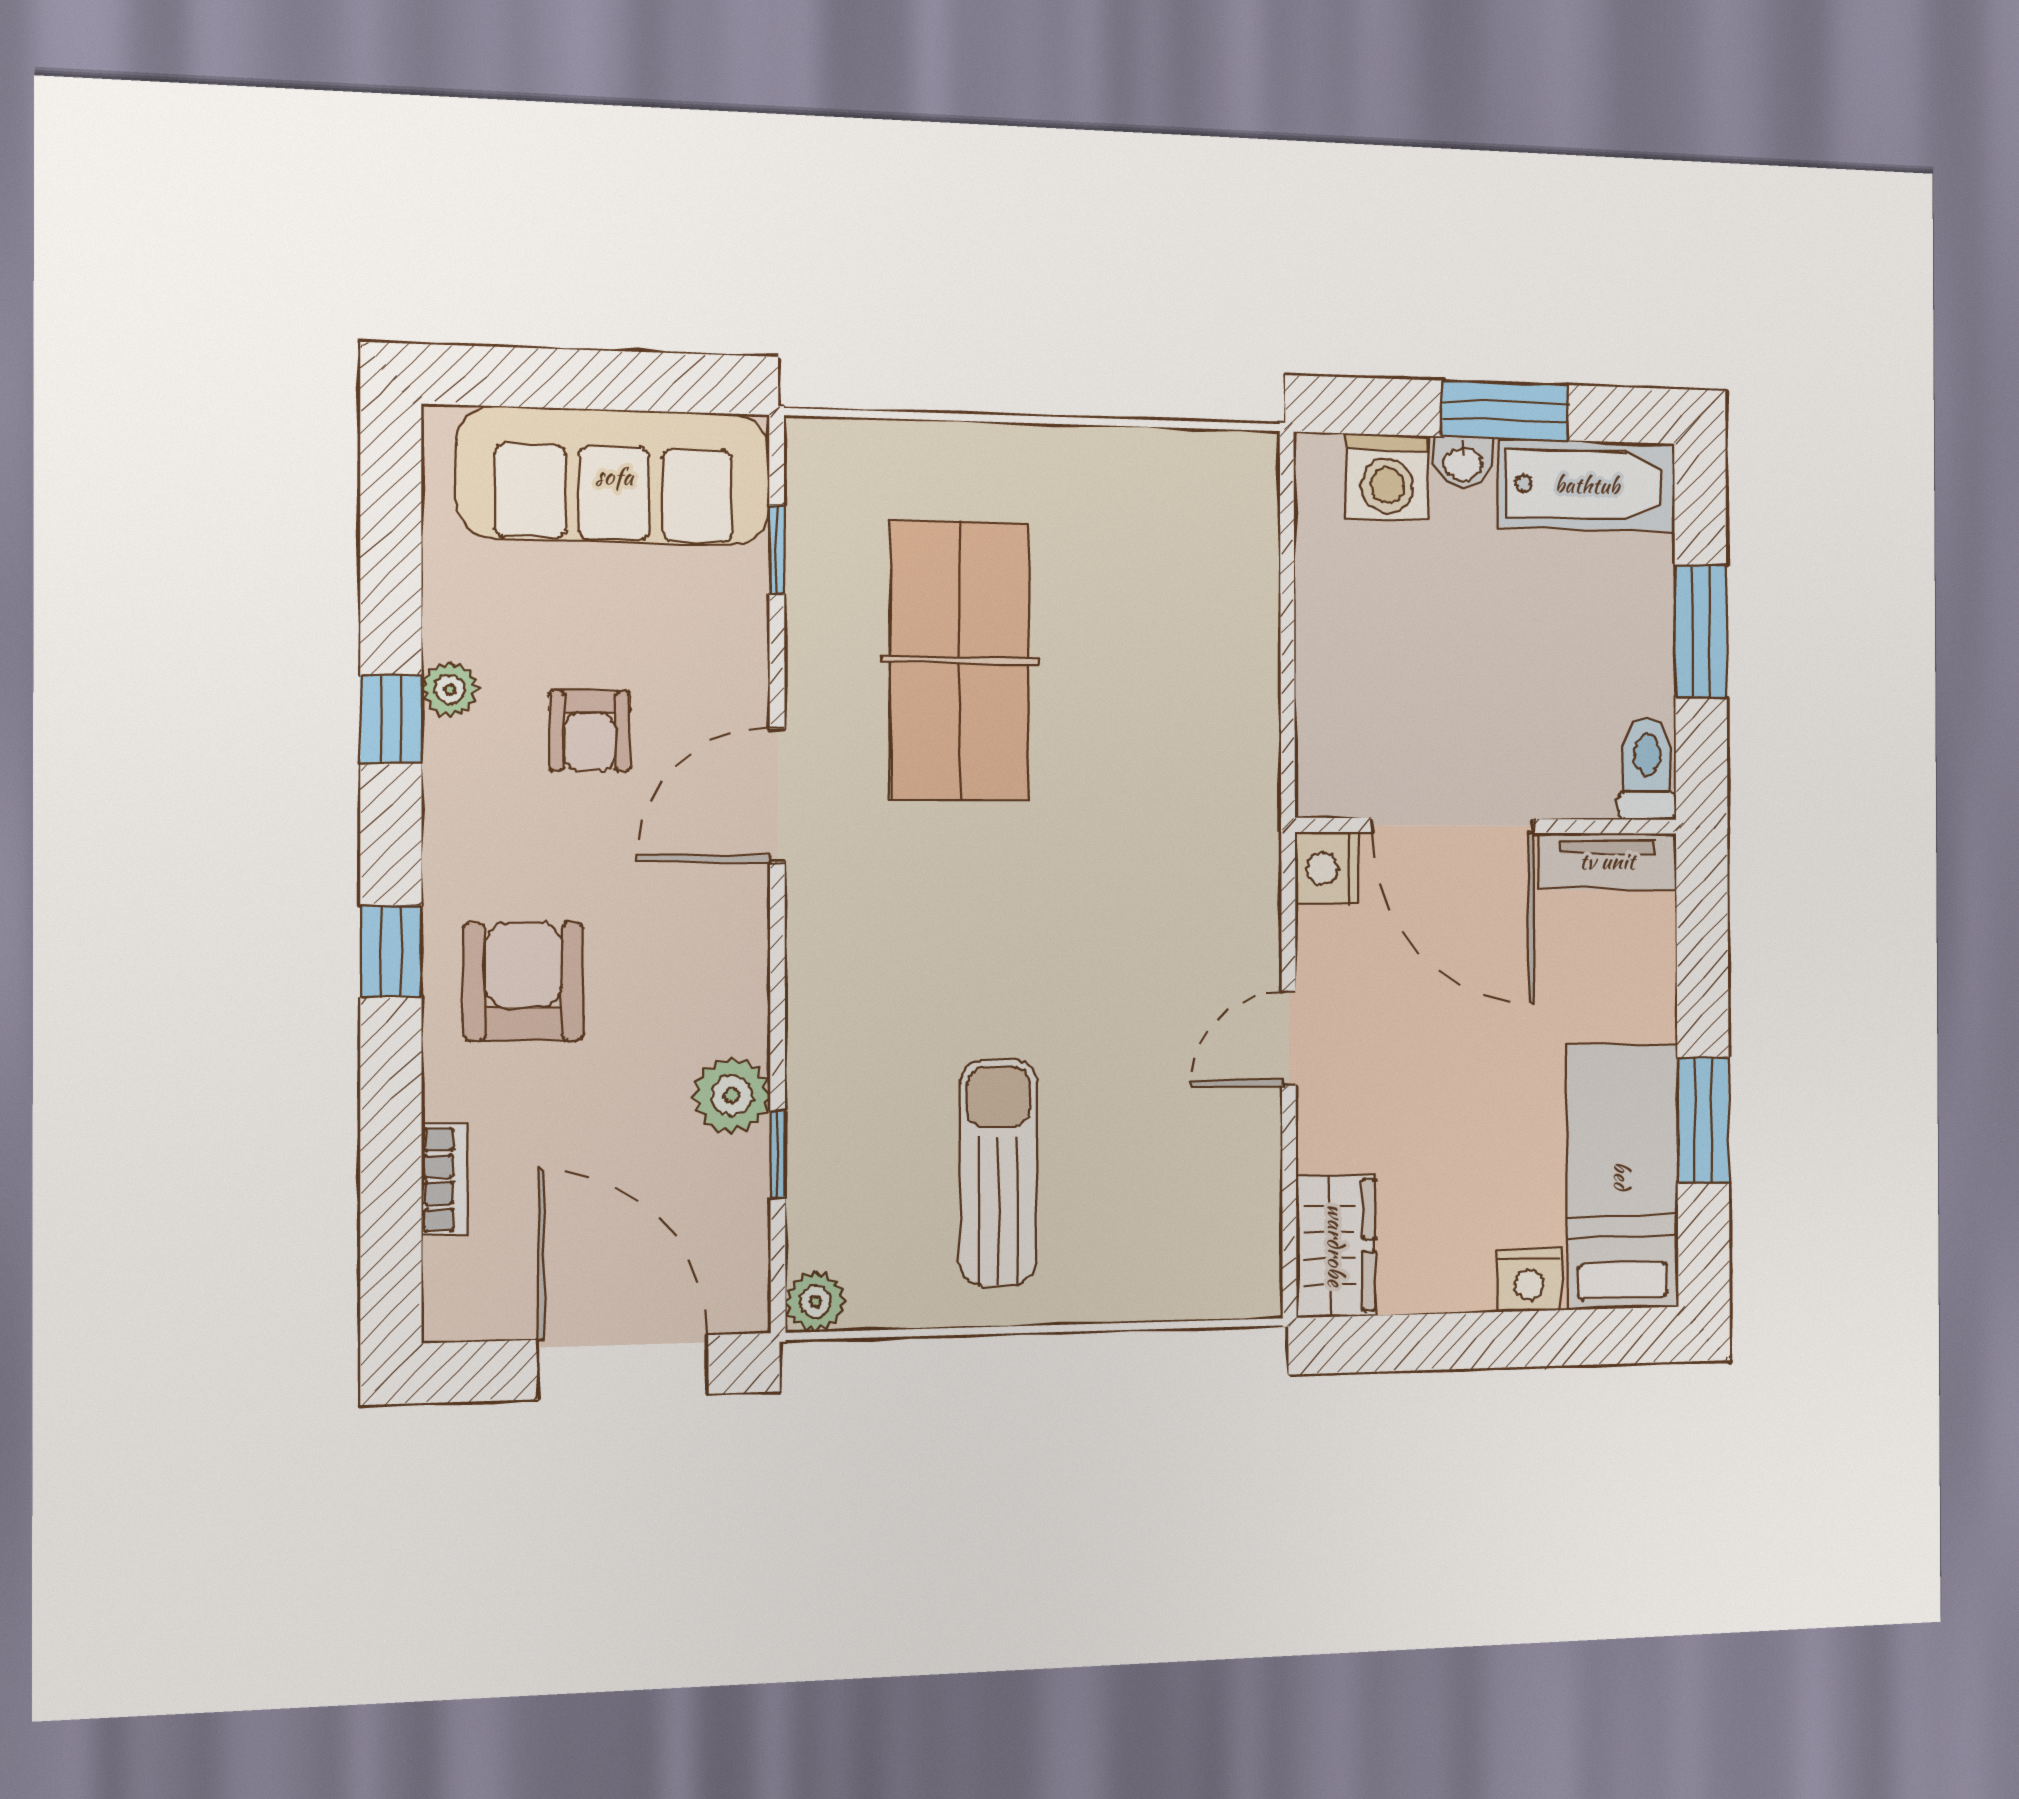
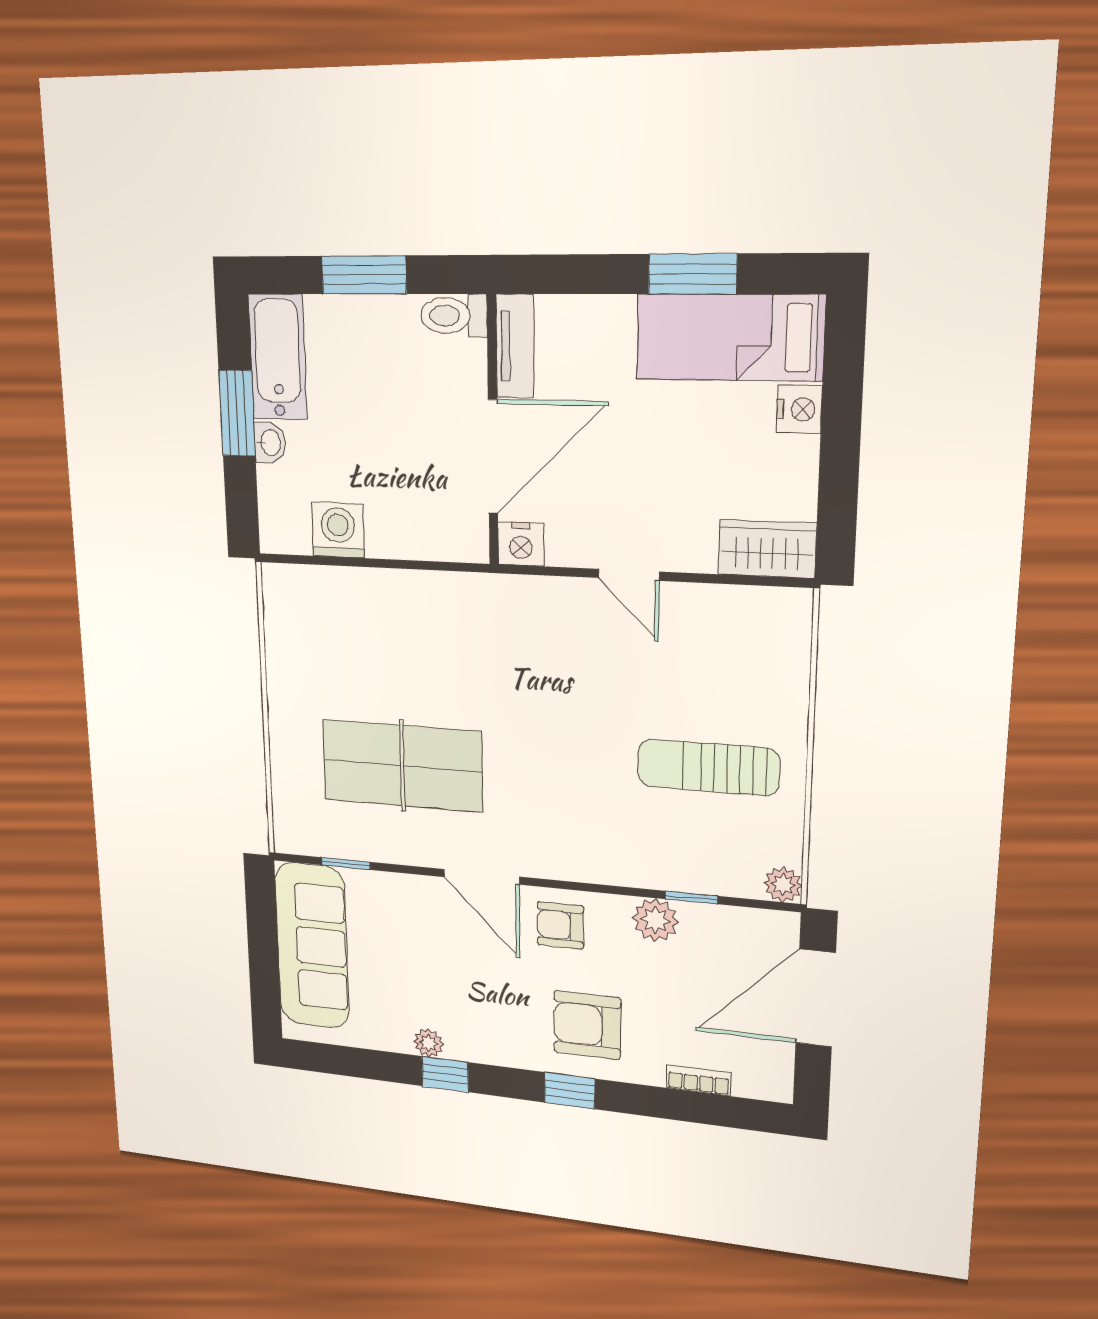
washing machine: (1387, 477) -> (338, 530), moved, turned -90
armchair: (590, 731) -> (560, 925), moved, turned 180

